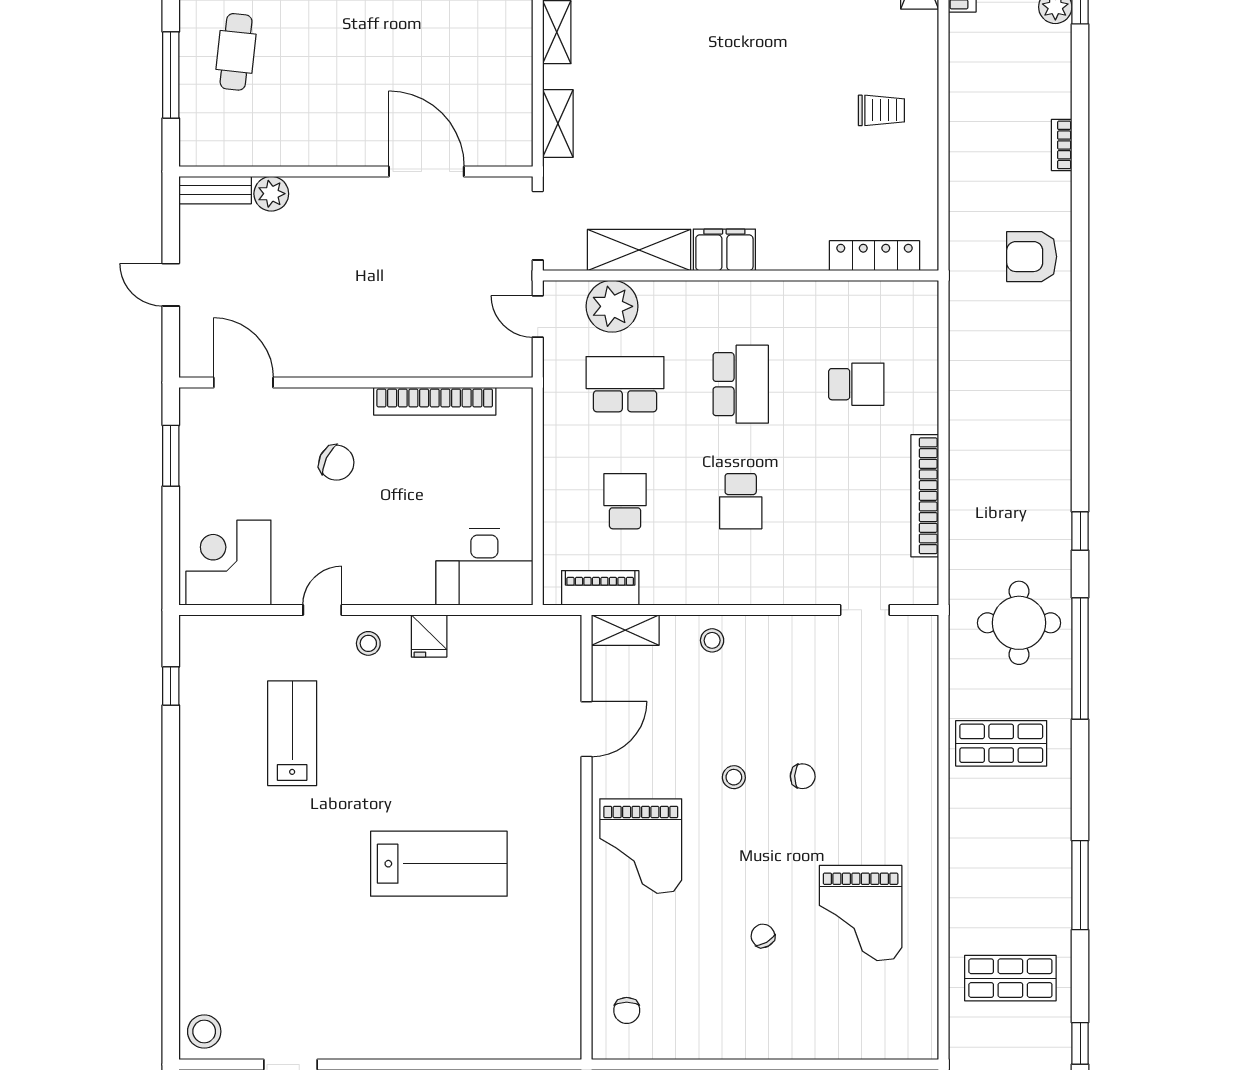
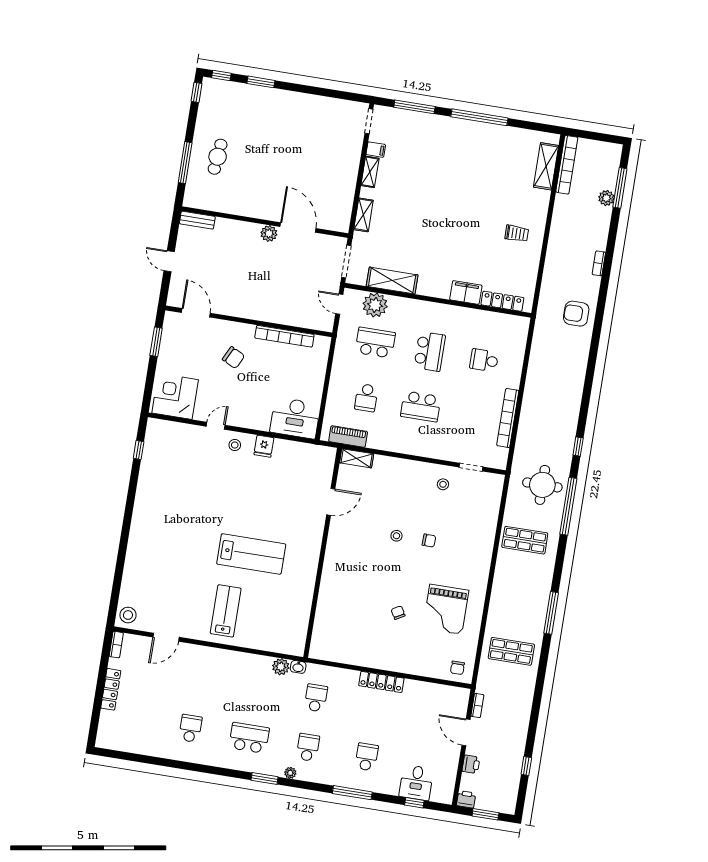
plant: (271, 194) -> (269, 233), moved
filing cabinet: (724, 250) -> (466, 292), moved
school desk: (856, 384) -> (484, 360), turned 180
school desk: (625, 501) -> (366, 398), turned 180
school desk: (741, 501) -> (421, 406), width x1.85
stool: (712, 640) -> (443, 484), moved
lab bench: (292, 733) -> (226, 611), moved
grand piano: (641, 846) -> (347, 561), removed
chair: (627, 1010) -> (457, 668), moved
window: (1080, 1043) -> (539, 687), removed

